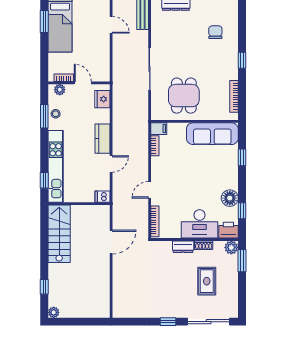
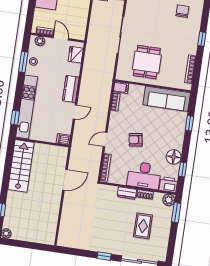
armchair: (184, 185) -> (136, 140), added

